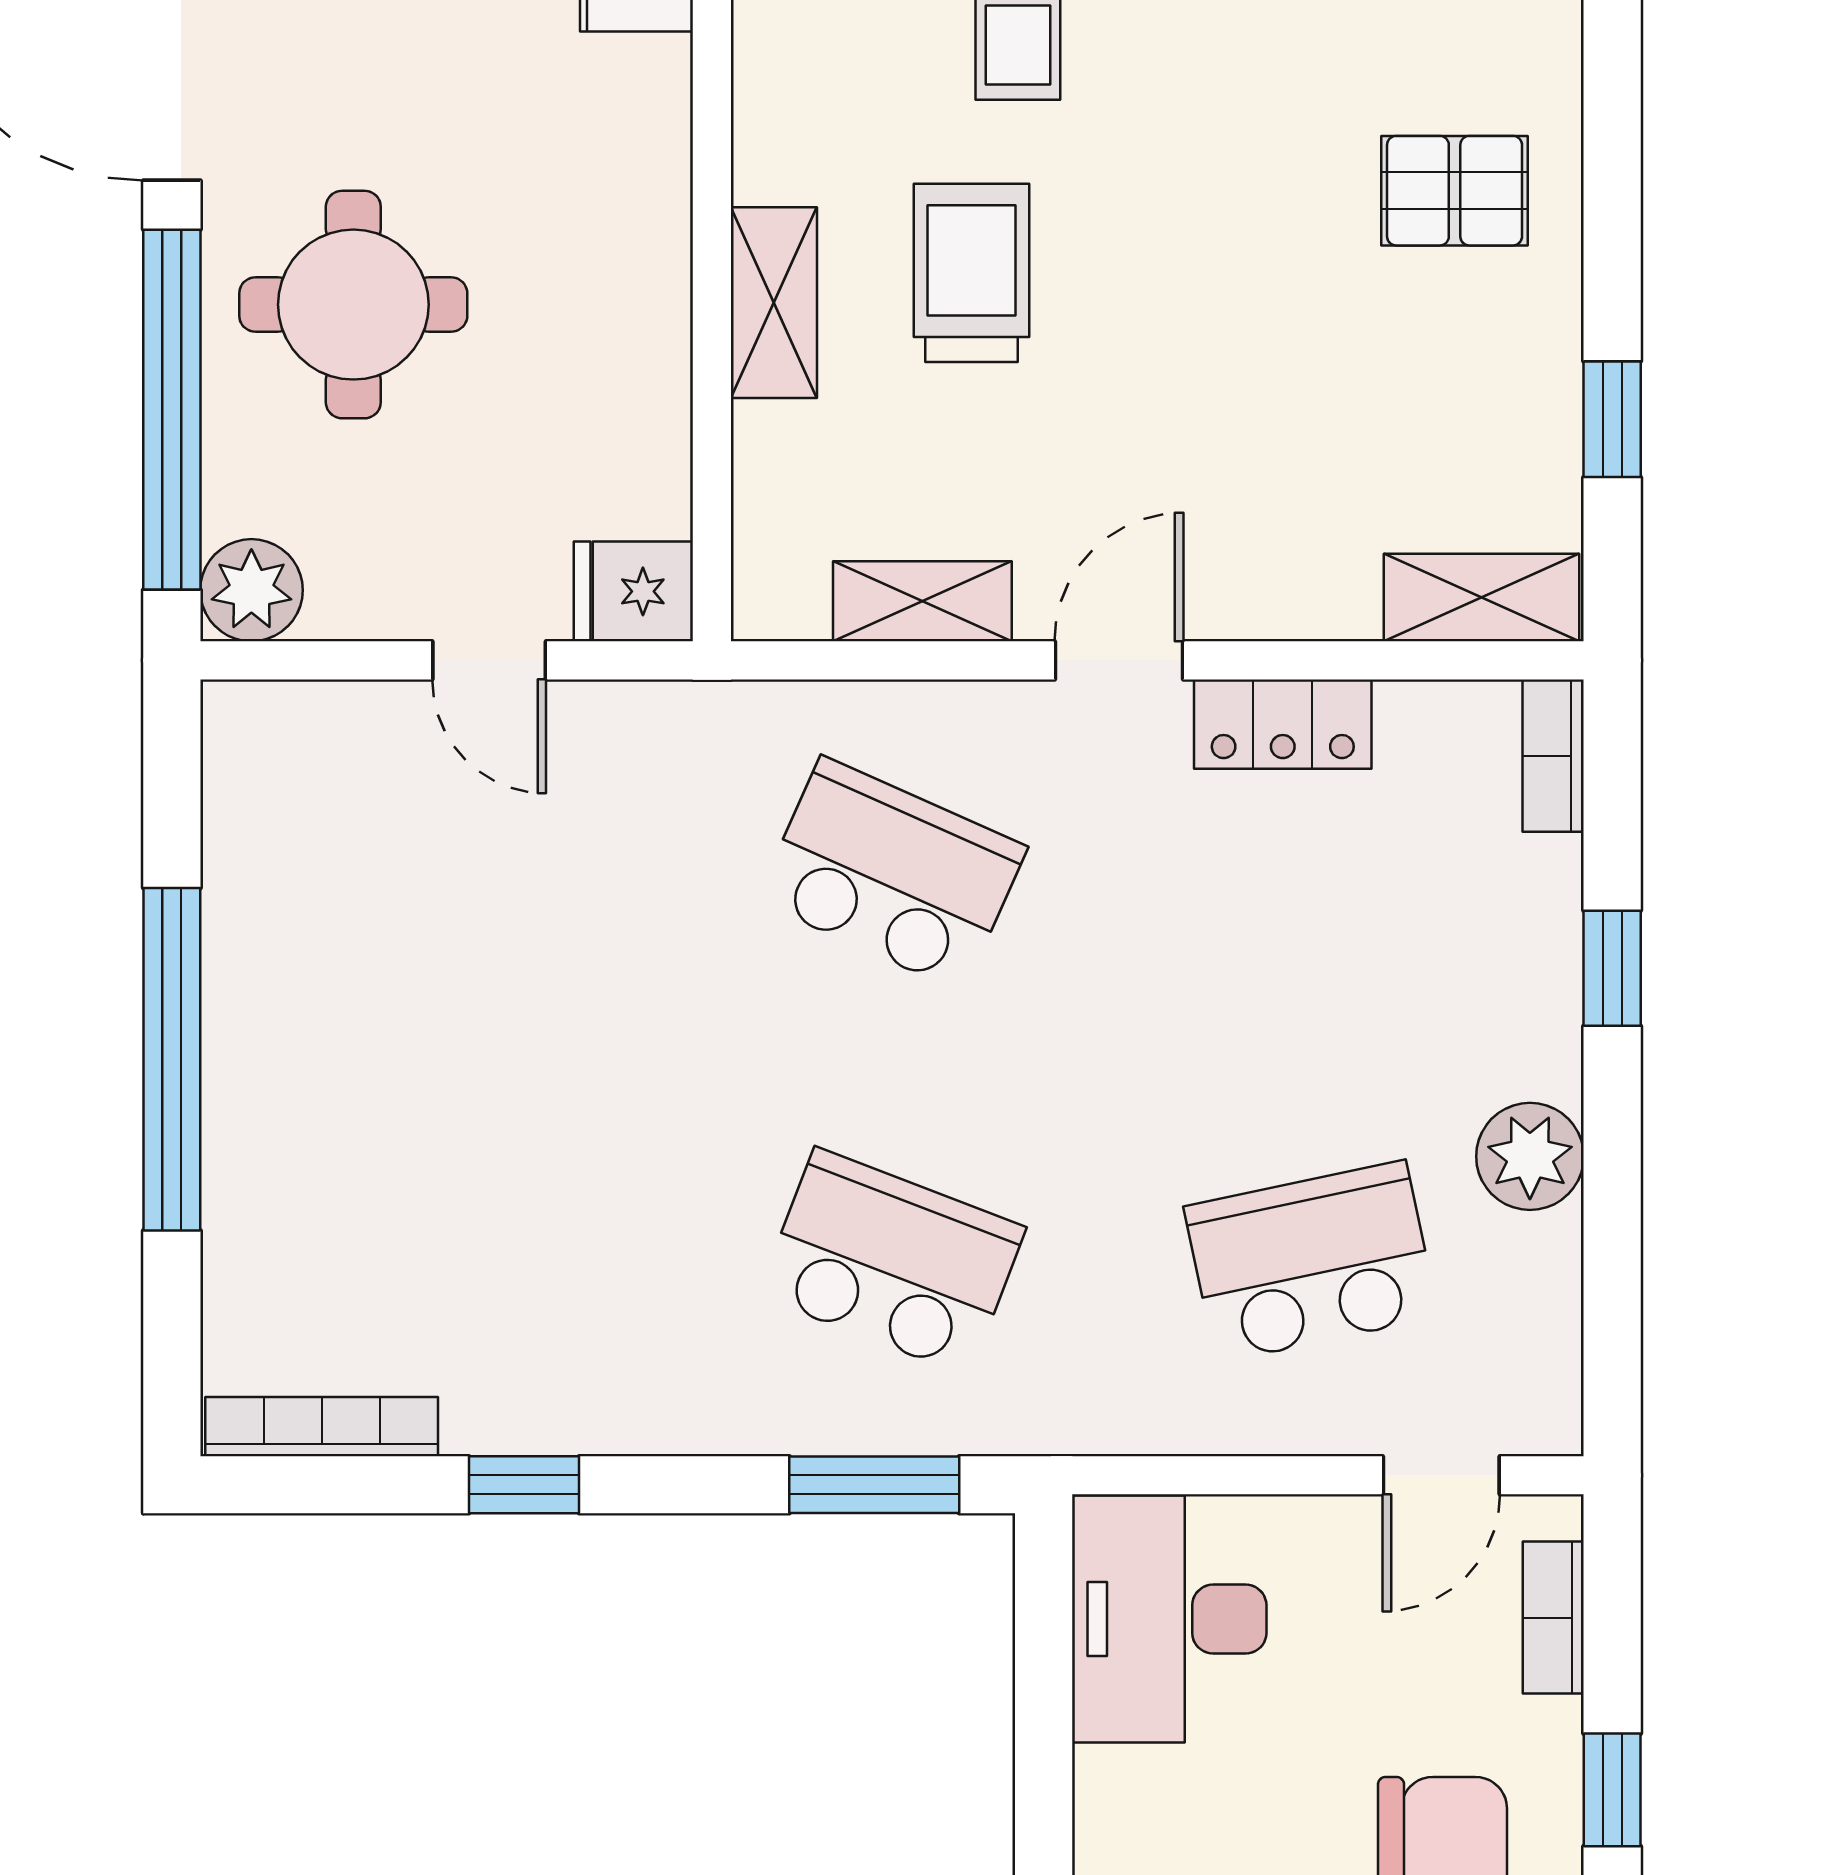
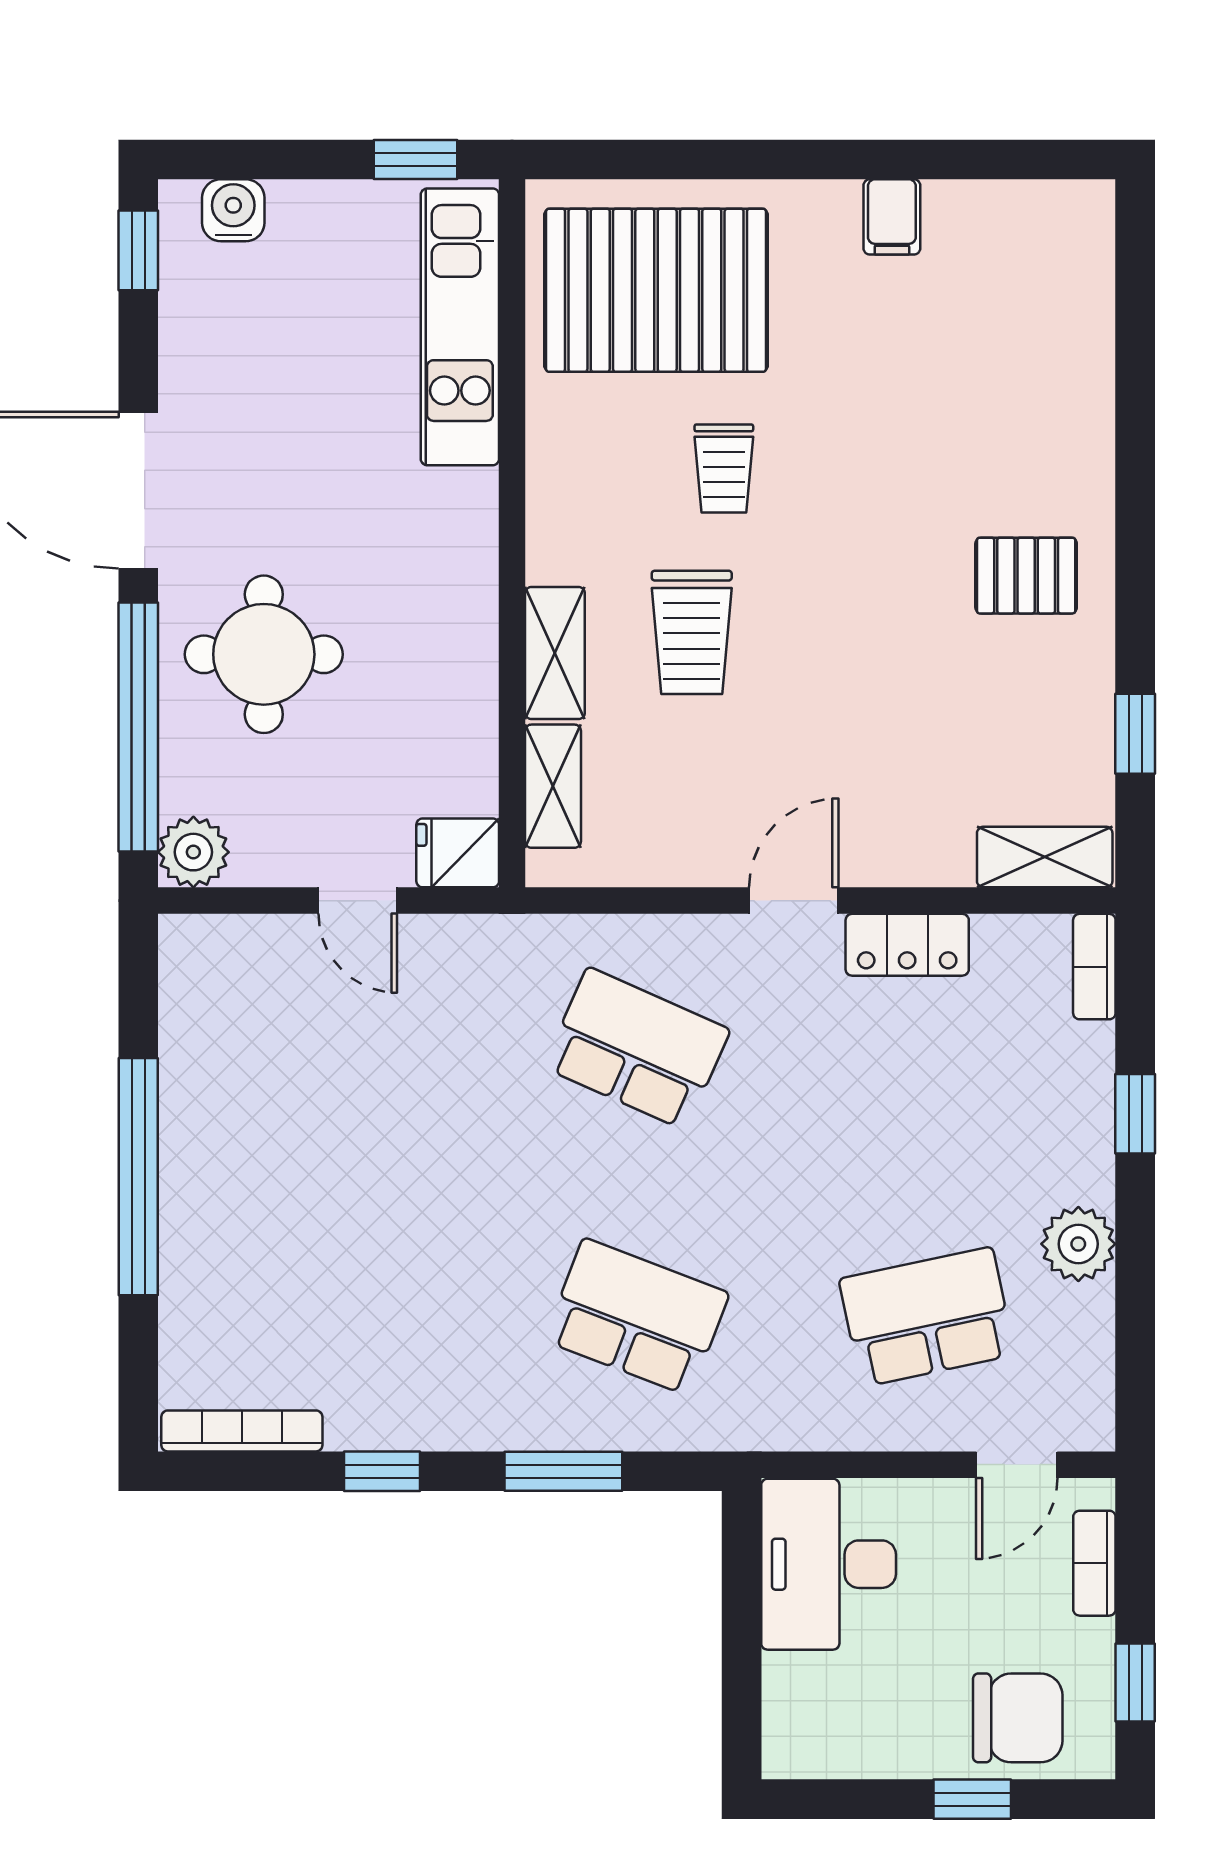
trolley: (971, 273) -> (692, 632), turned 180
shelving: (922, 601) -> (553, 786), moved, turned 90
window: (874, 1485) -> (563, 1471), moved

